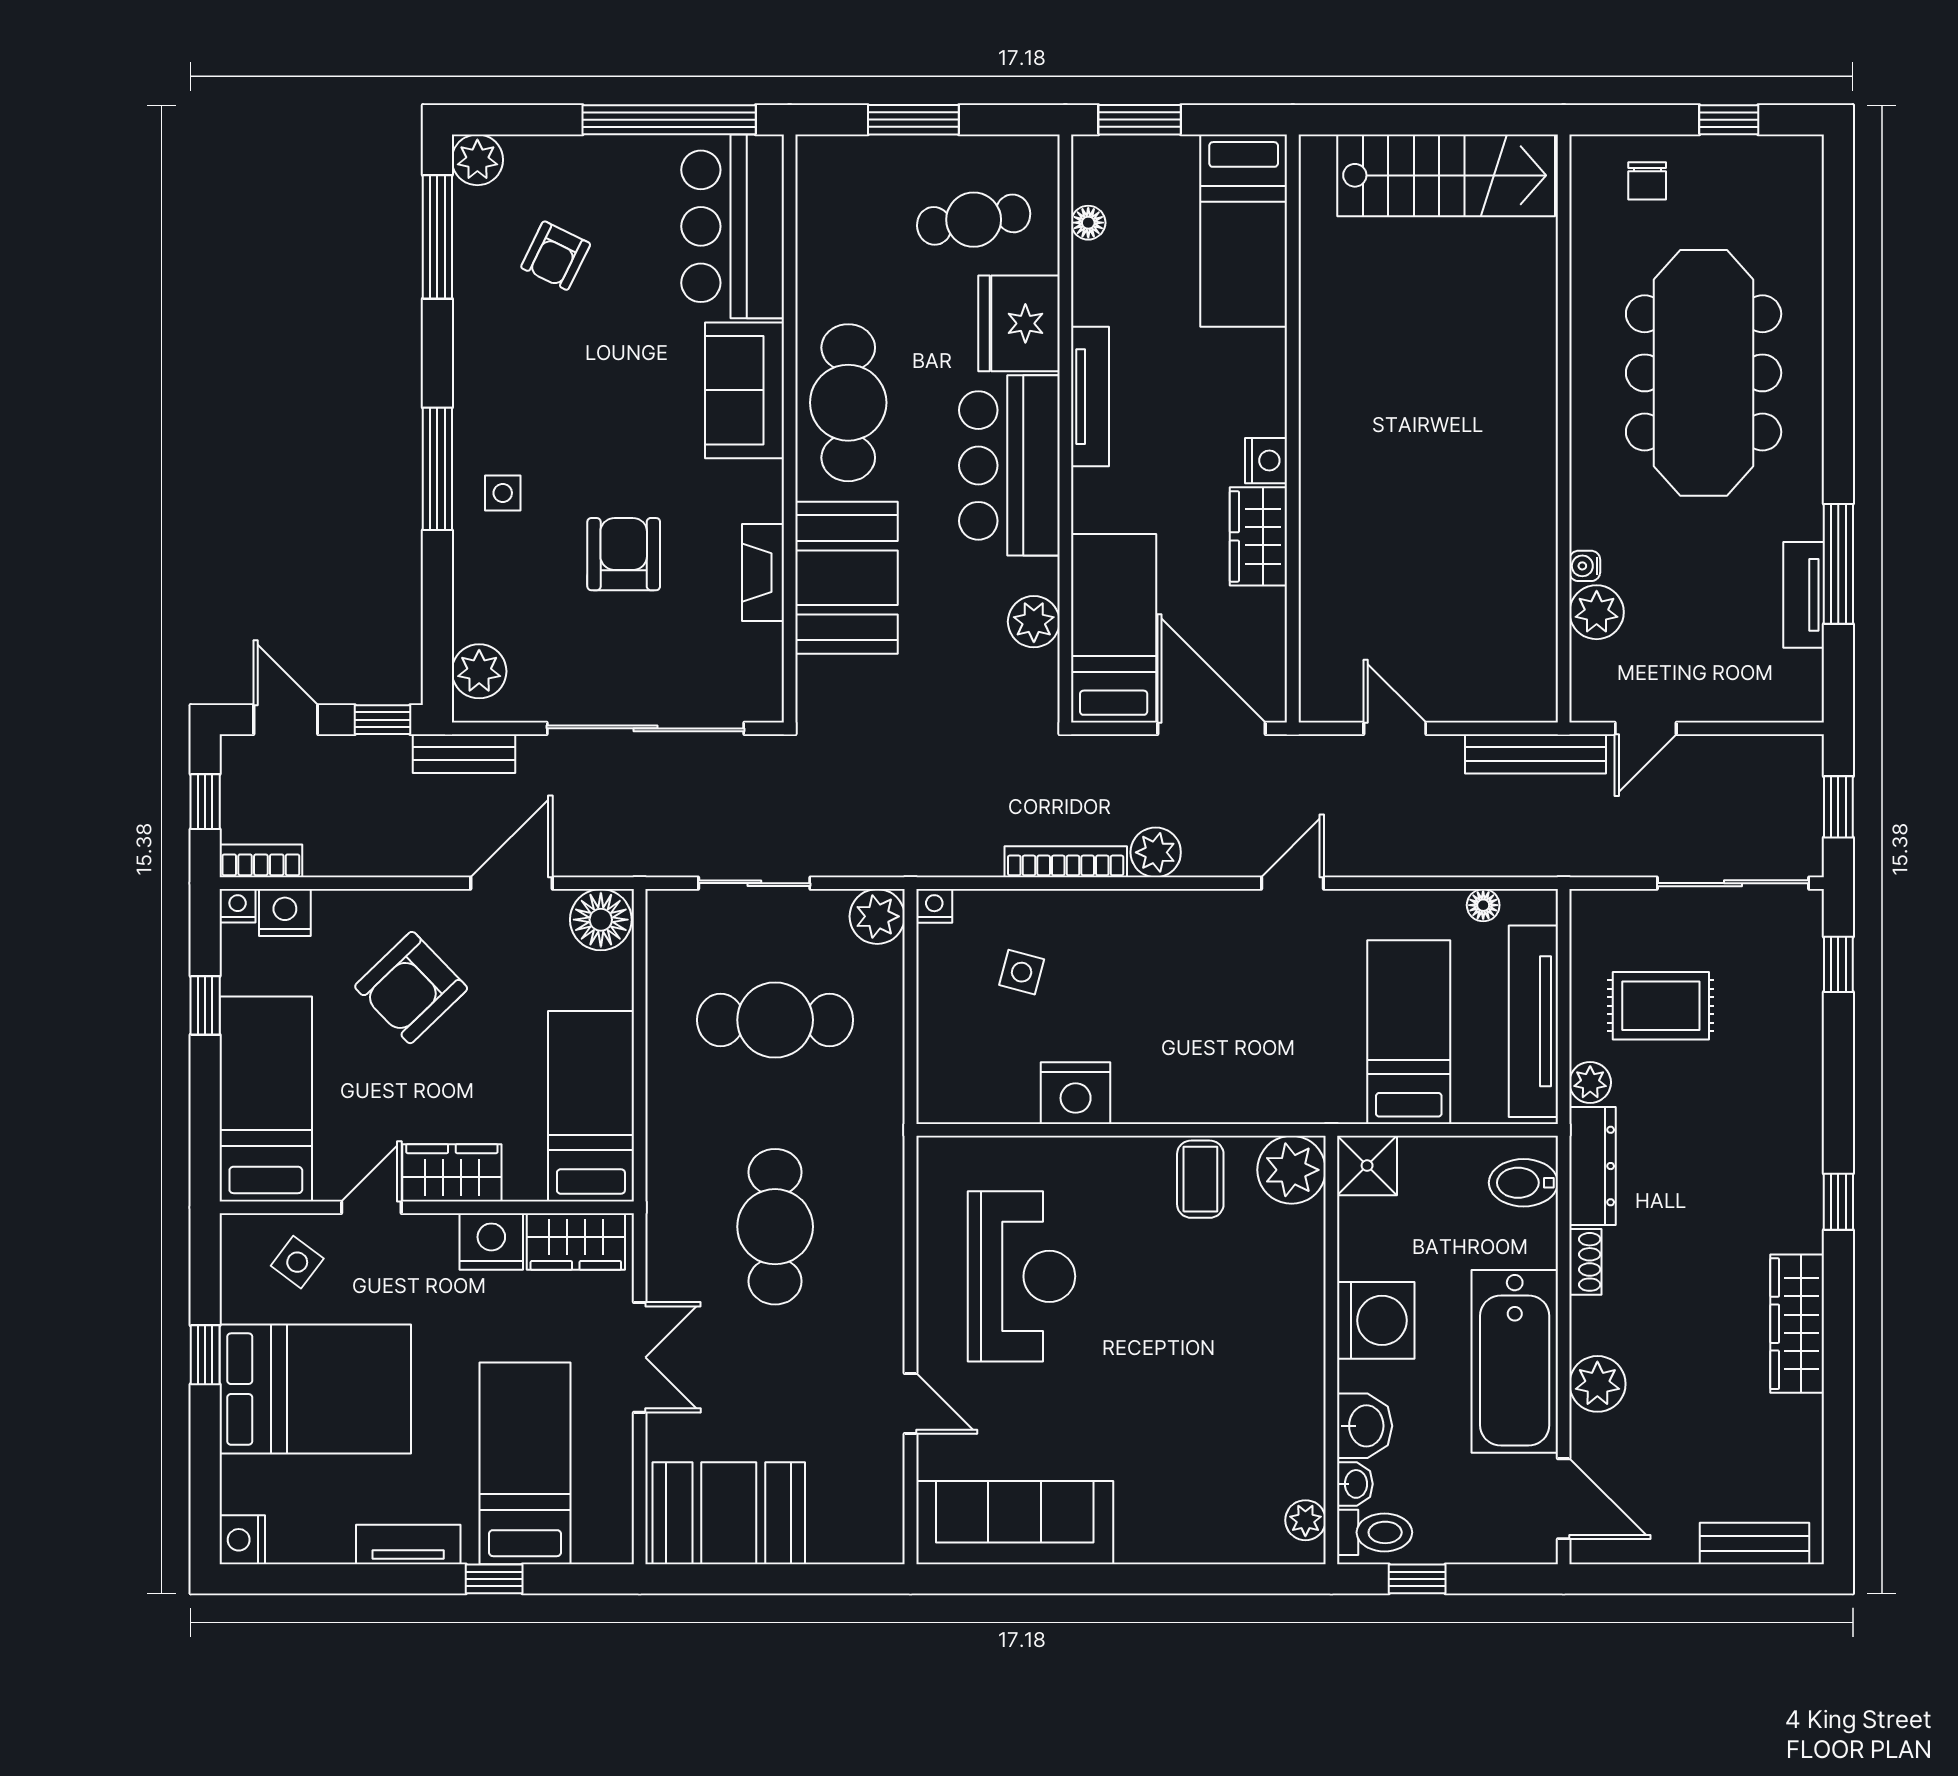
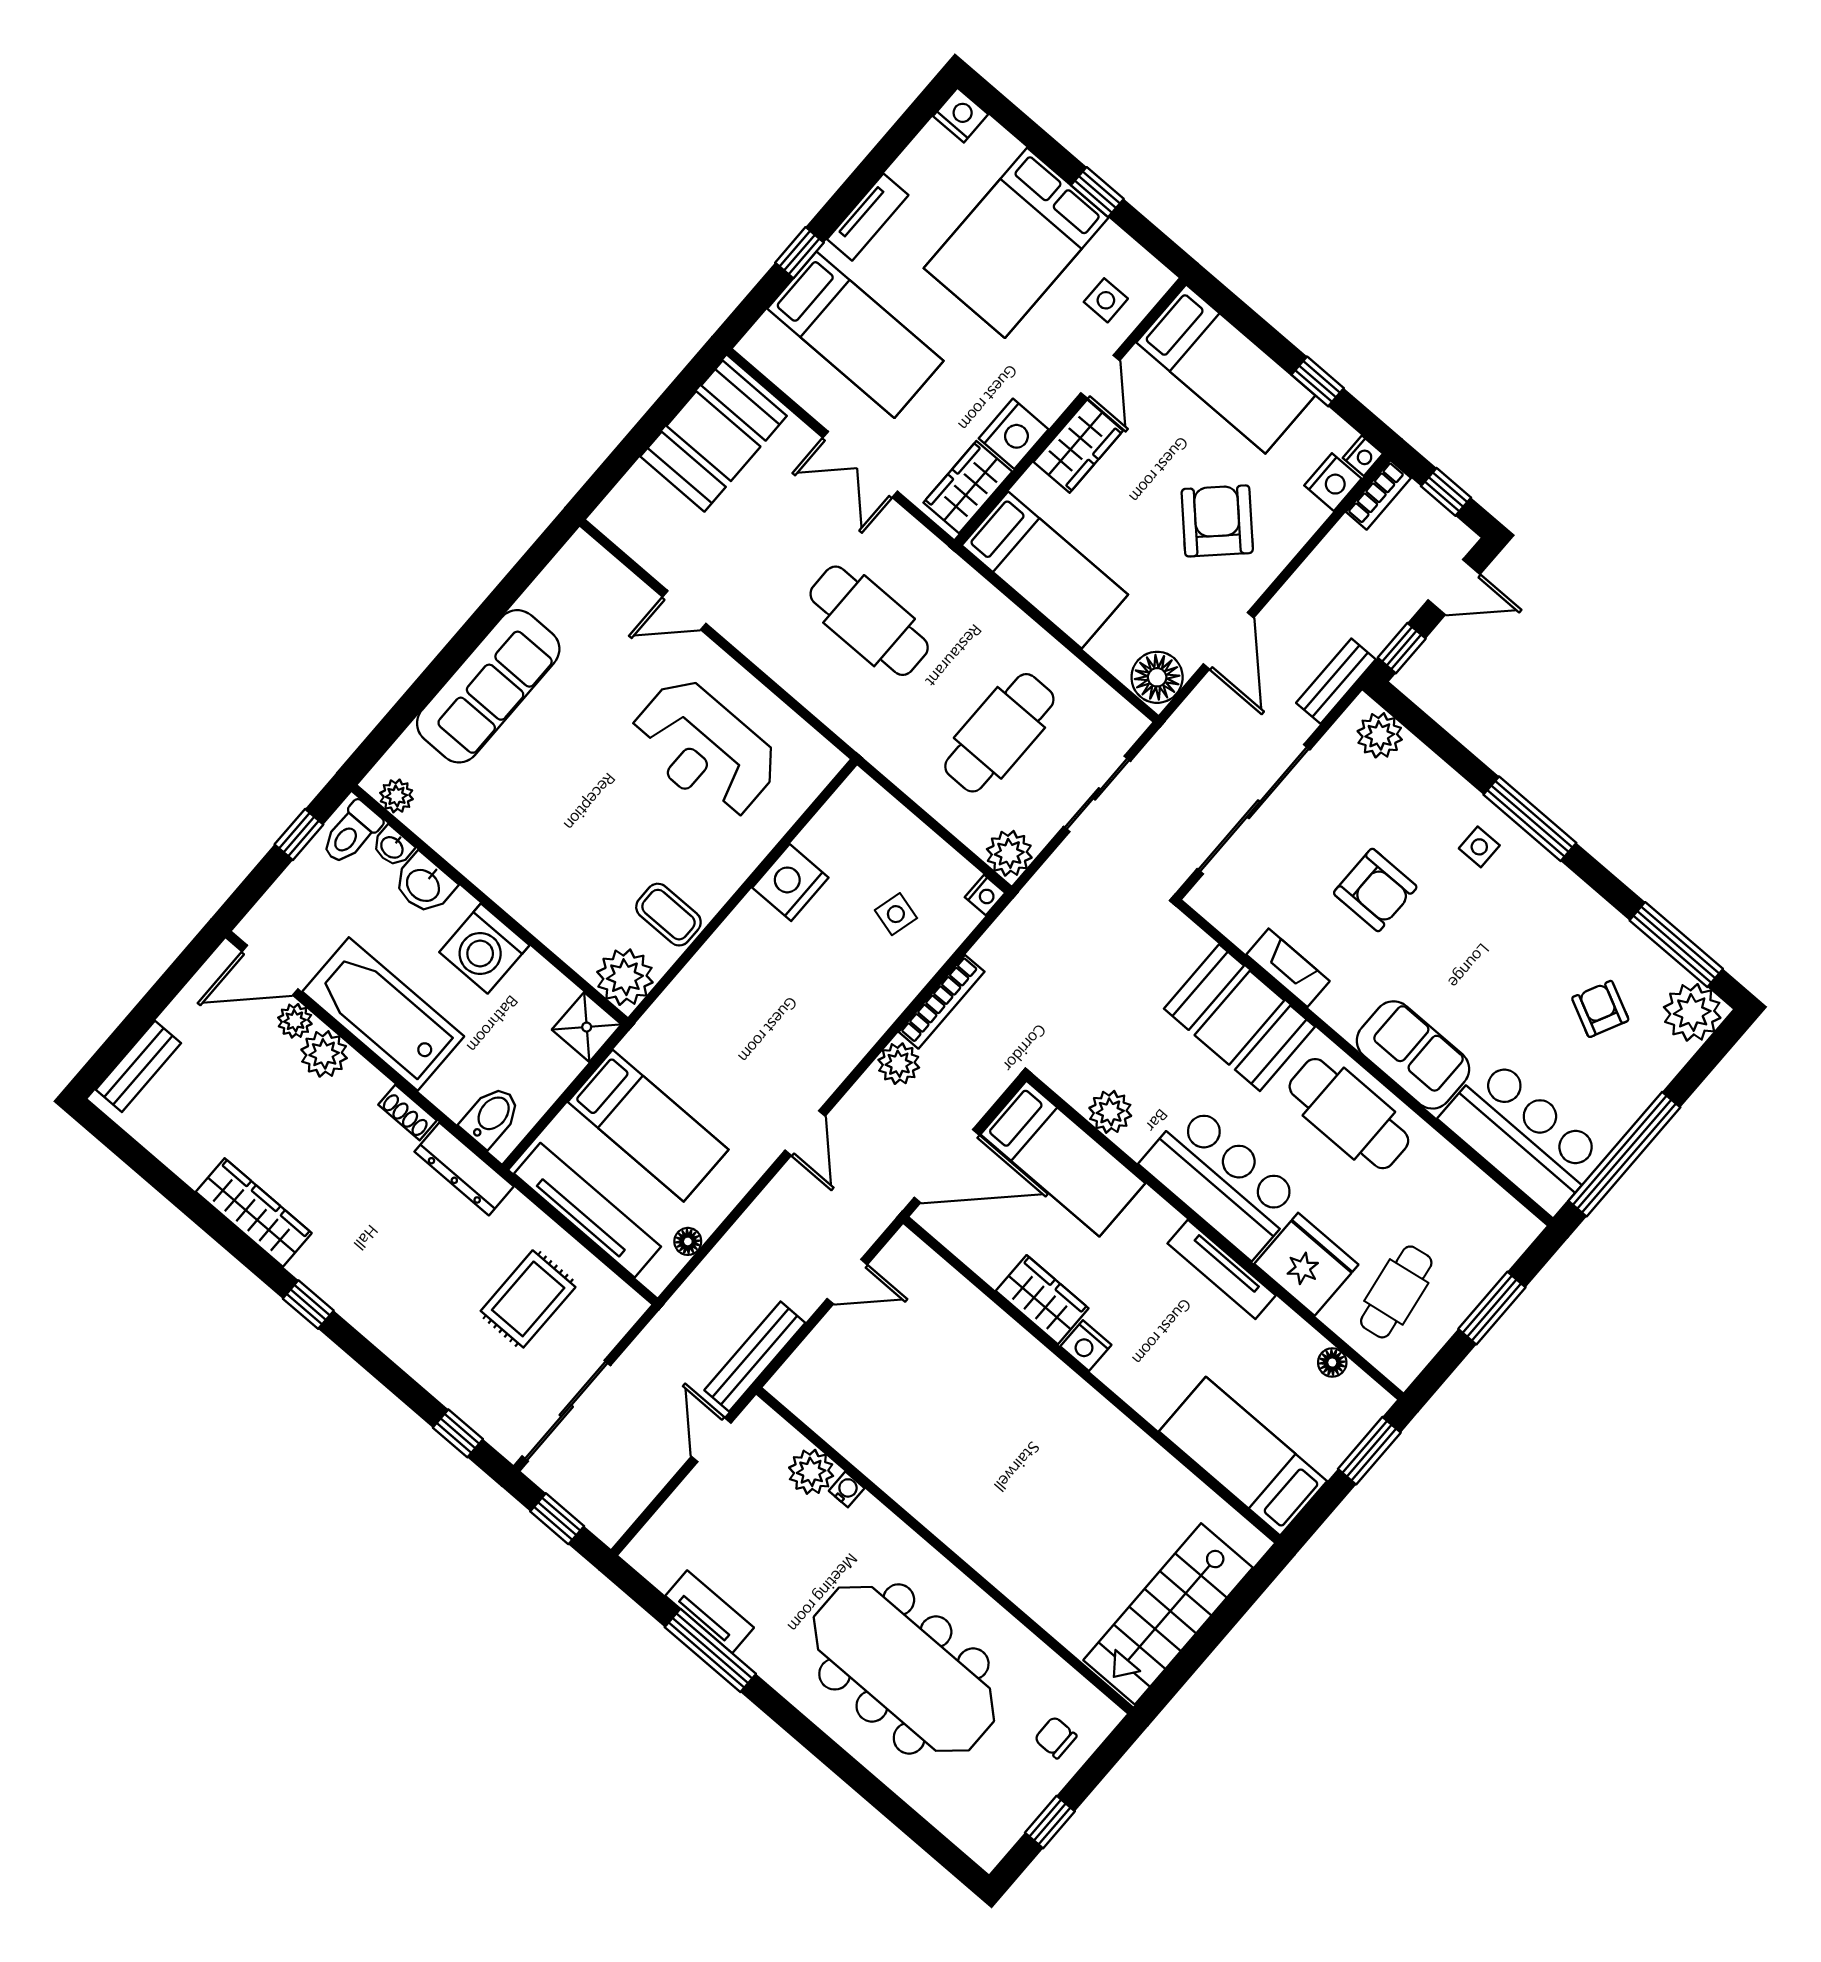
plant: (477, 160) -> (1692, 1012), width x1.36, depth x1.36
plant: (1590, 1082) -> (295, 1021), moved
side table: (297, 1262) -> (1106, 300), turned -37
sofa: (1015, 1523) -> (488, 686), moved

